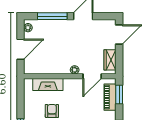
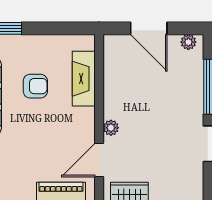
door: (92, 76) -> (99, 160), hinge flipped

